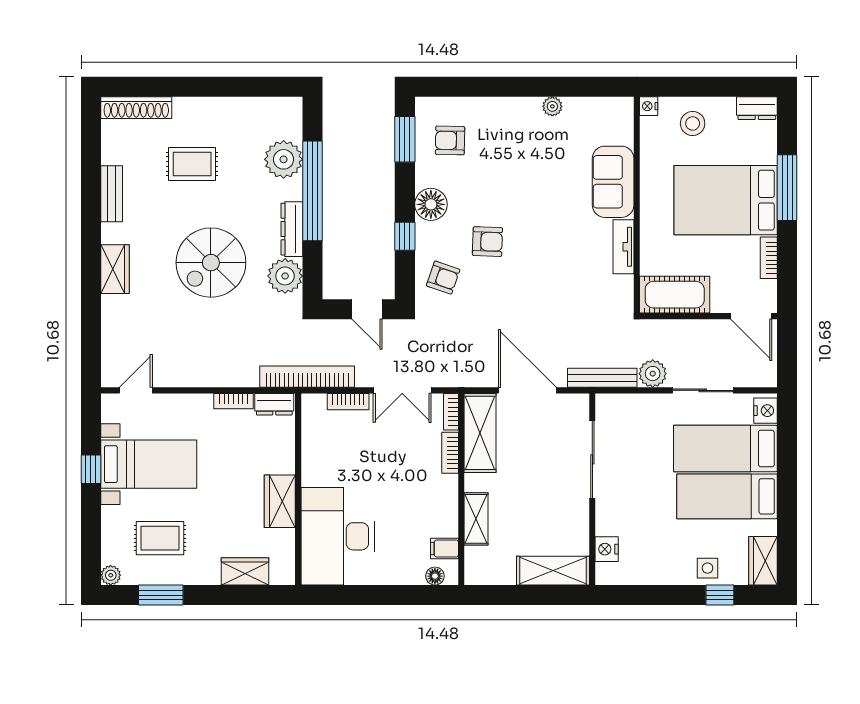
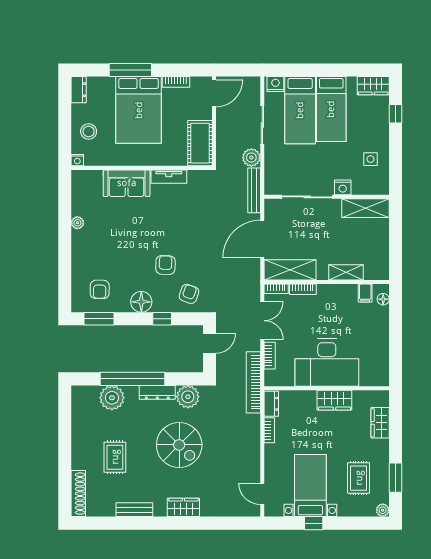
desk: (338, 536) -> (327, 363), moved
nightstand: (607, 549) -> (343, 187), moved
side table: (707, 568) -> (370, 159), moved
shelving: (553, 571) -> (365, 208), moved, turned 90

